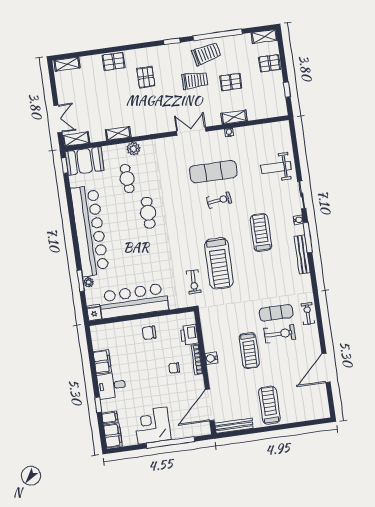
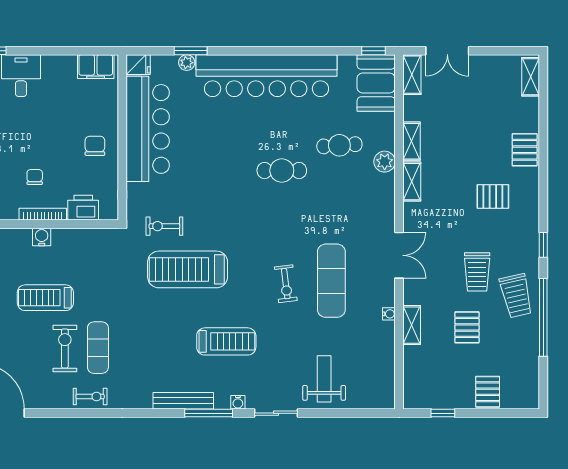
shelving: (264, 36) -> (412, 182), moved
exercise bike: (280, 334) -> (65, 348), turned 180
filing cabinet: (102, 362) -> (96, 67), moved

